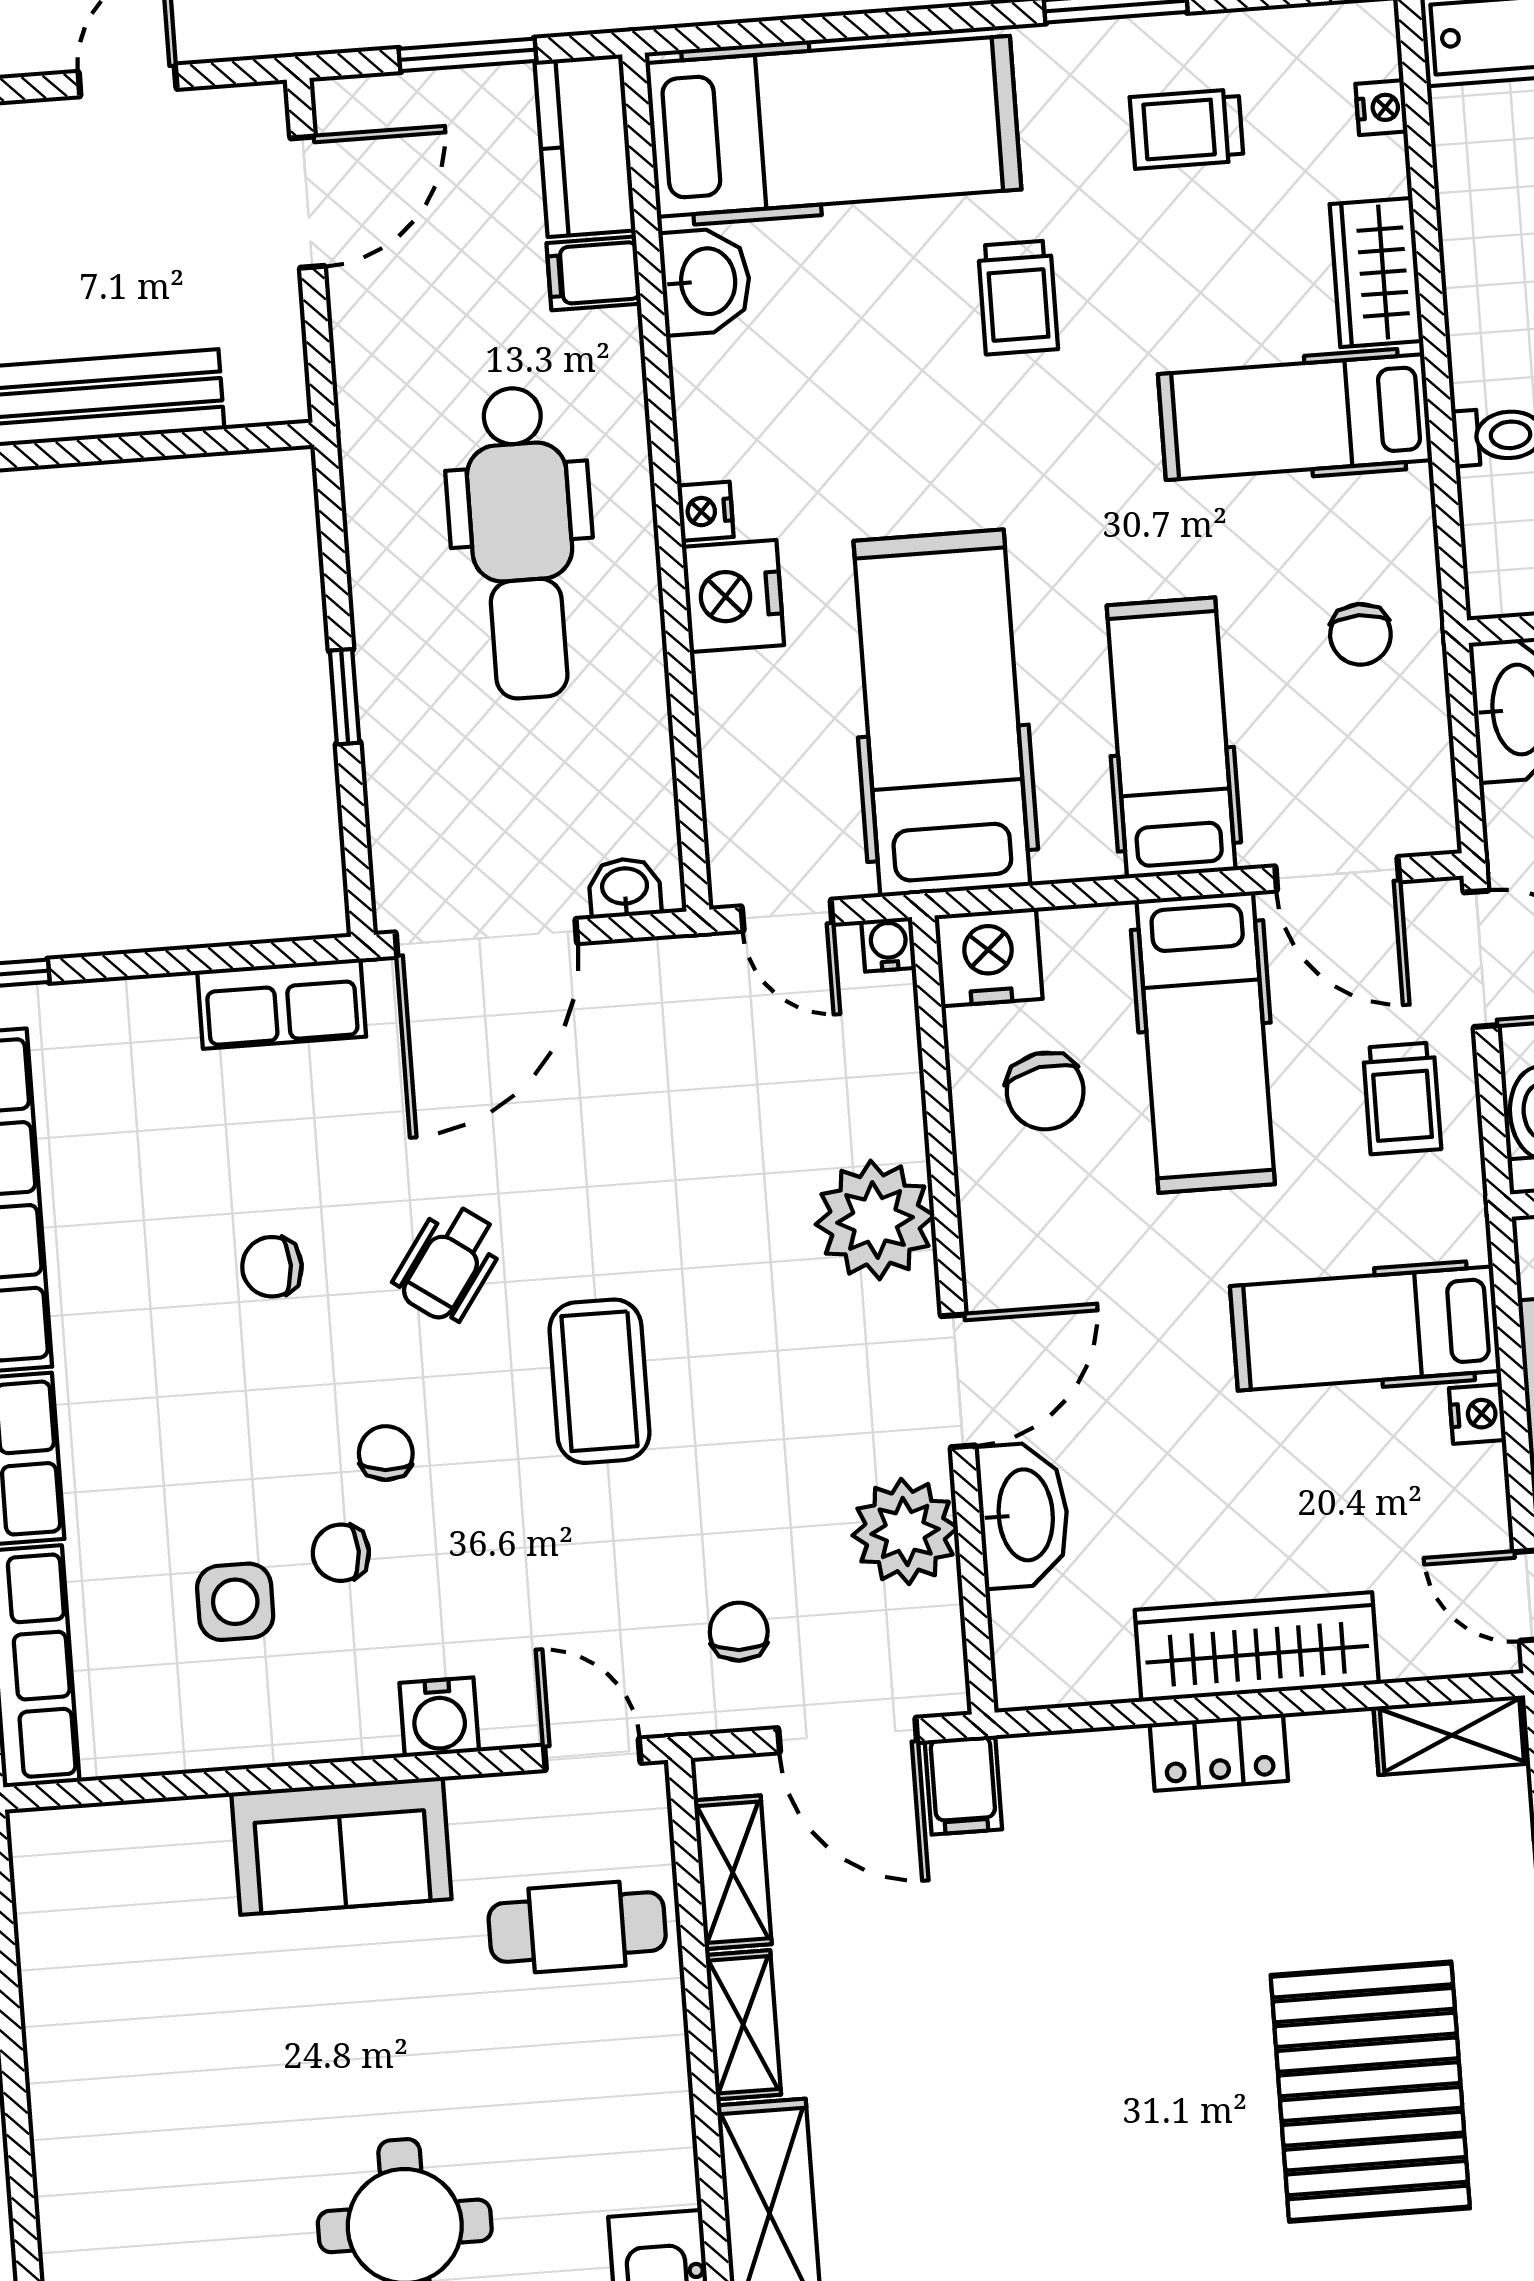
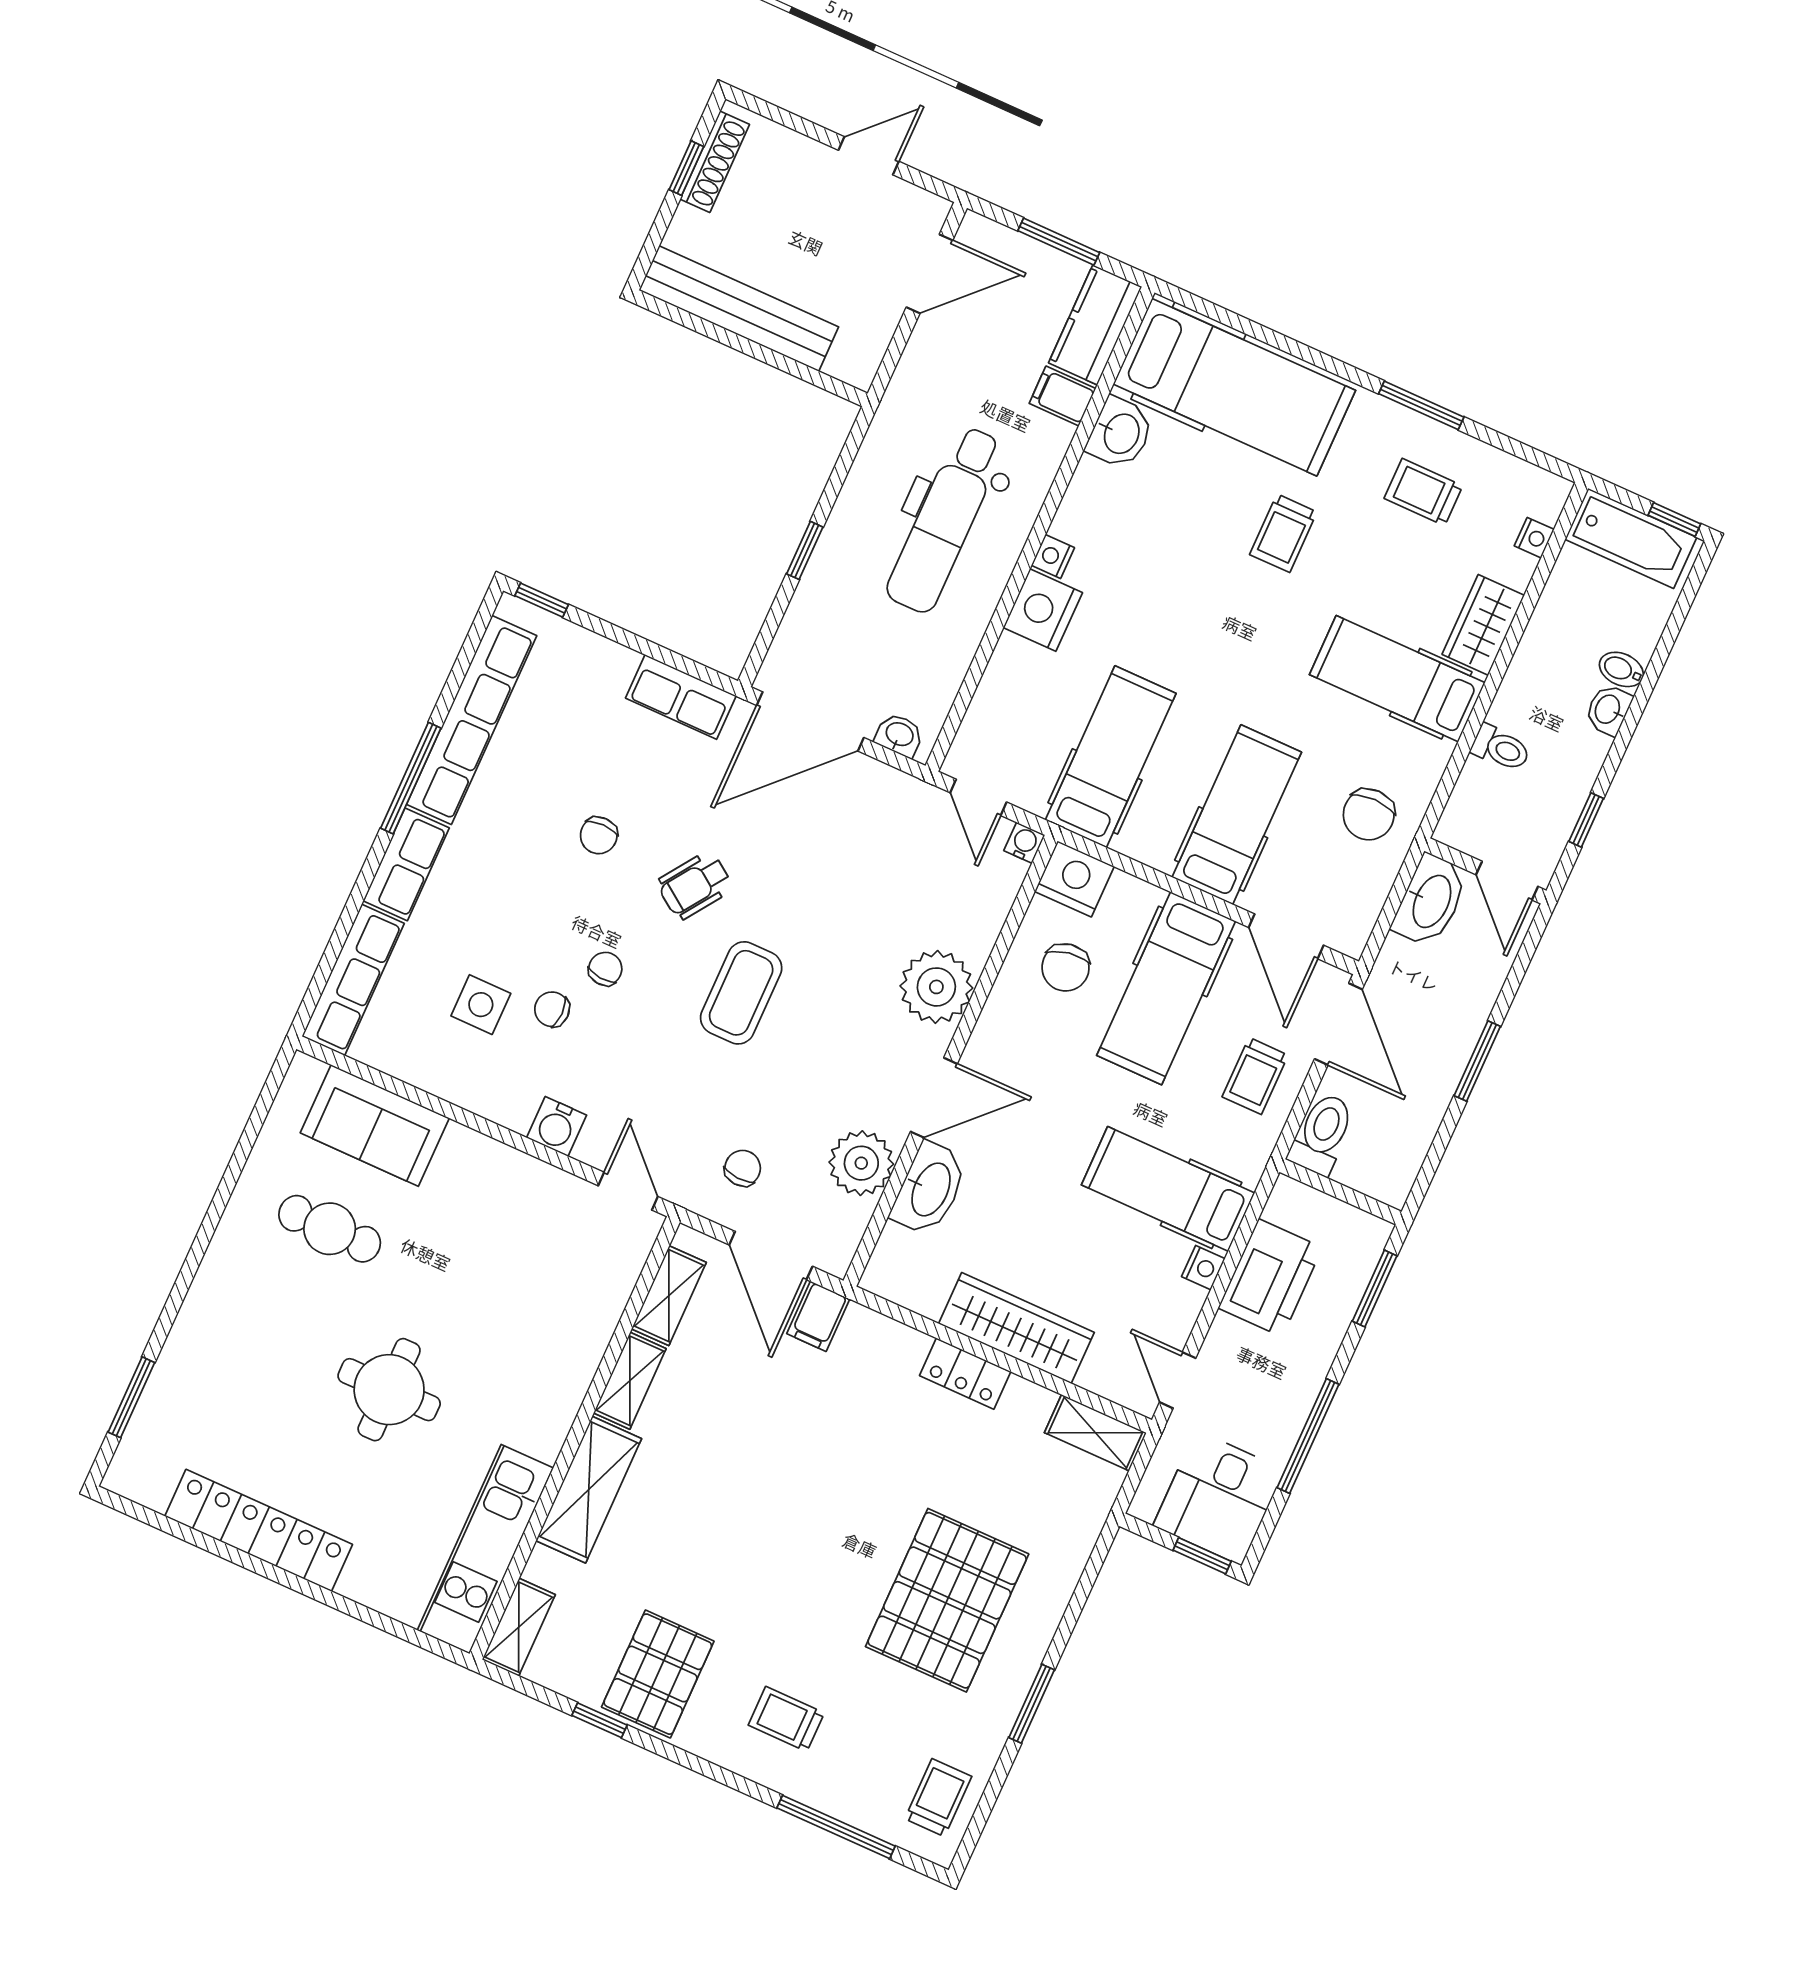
chair: (1360, 634) -> (1369, 814), width x1.37, depth x1.37
hospital bed: (942, 713) -> (1111, 757), width x0.73, depth x0.78
chair: (272, 1267) -> (599, 835), turned -90
sofa: (341, 1846) -> (375, 1126), moved
cafe table: (577, 1927) -> (330, 1229), moved

